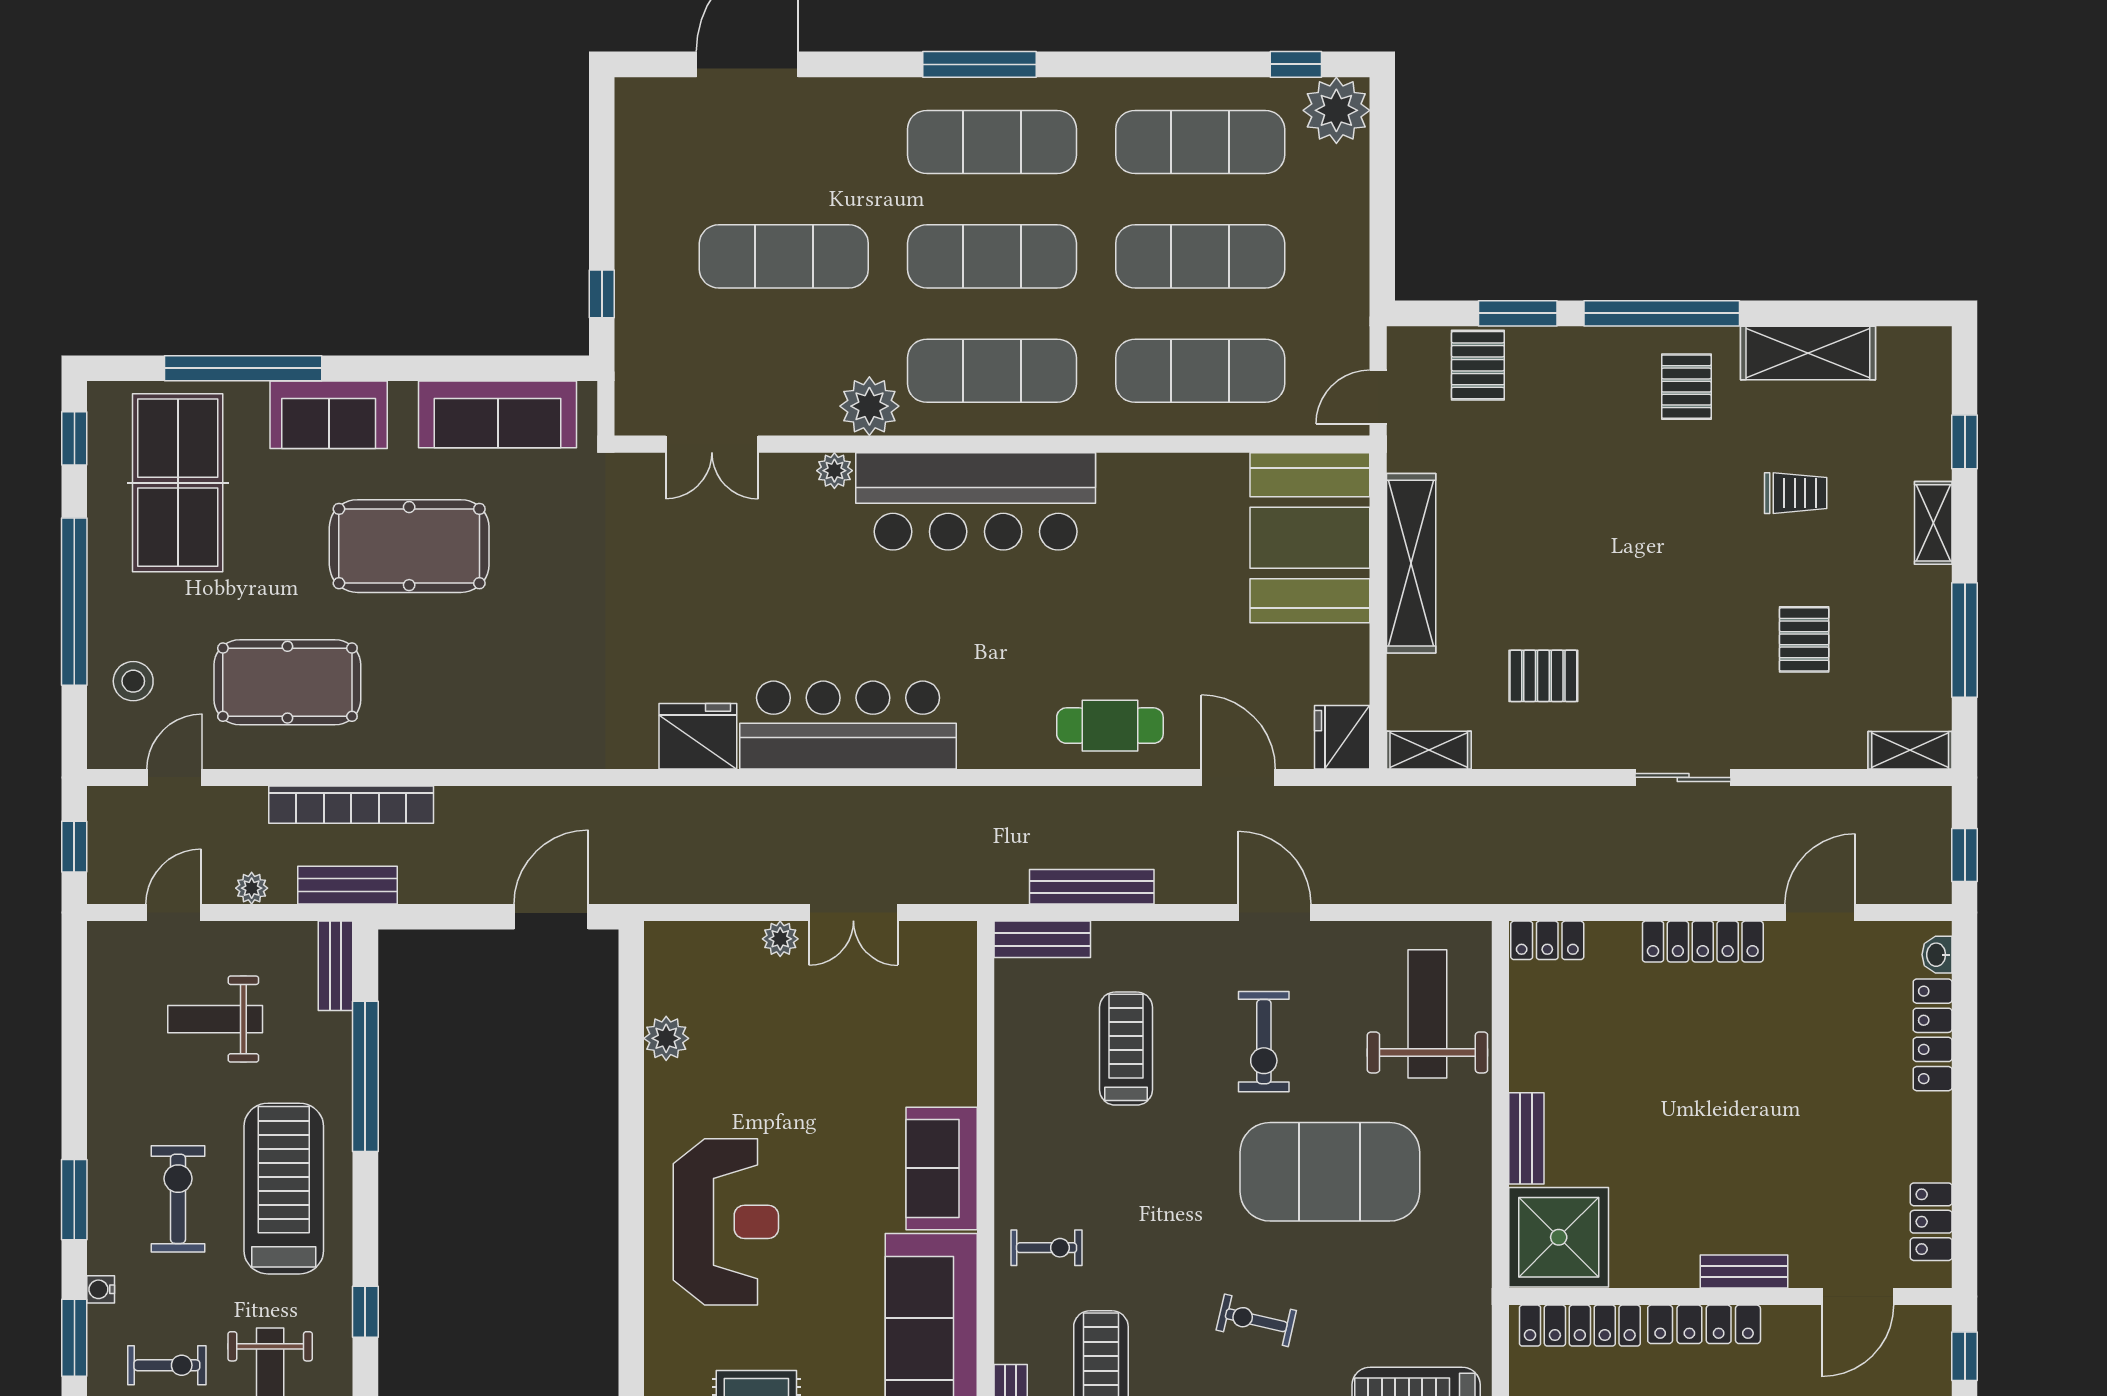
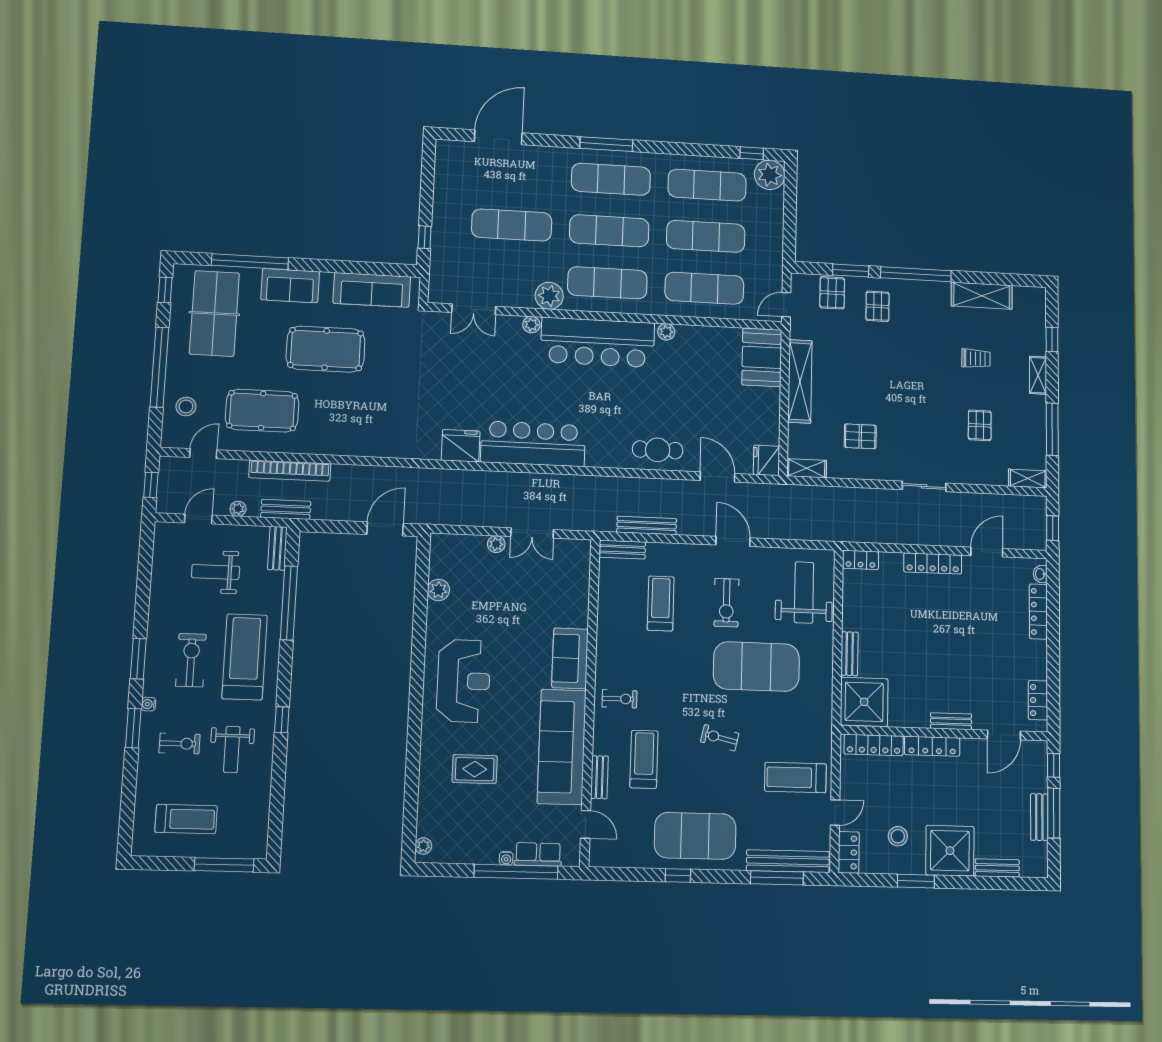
pallet: (1686, 387) -> (878, 306), moved
plant: (1121, 471) -> (666, 332), added
booth: (1310, 538) -> (762, 357), width x0.73, depth x0.70

